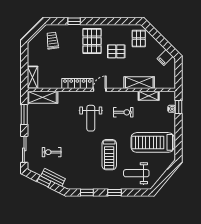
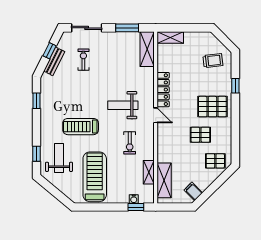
pallet: (116, 51) -> (200, 135), turned 90
shelving: (139, 83) -> (164, 180), moved
window: (114, 193) -> (37, 154), moved

